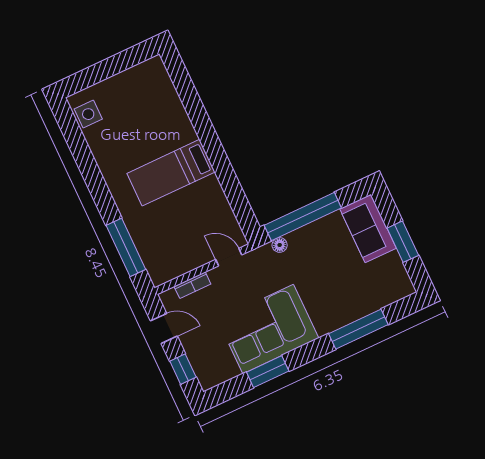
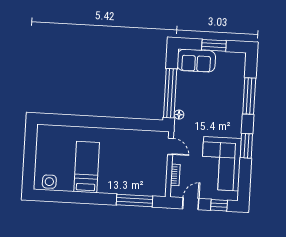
bed: (171, 173) -> (87, 167), moved, turned 180
door: (229, 257) -> (171, 146), swing flipped
corner sofa: (268, 329) -> (221, 164), moved
window: (268, 372) -> (246, 146), moved

